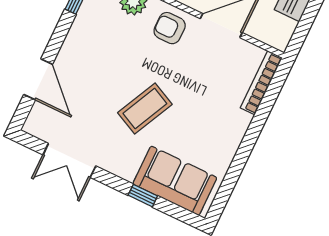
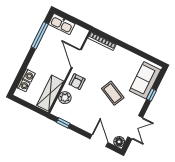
door: (38, 79) -> (99, 141), hinge flipped
floor lamp: (36, 125) -> (119, 142), added

